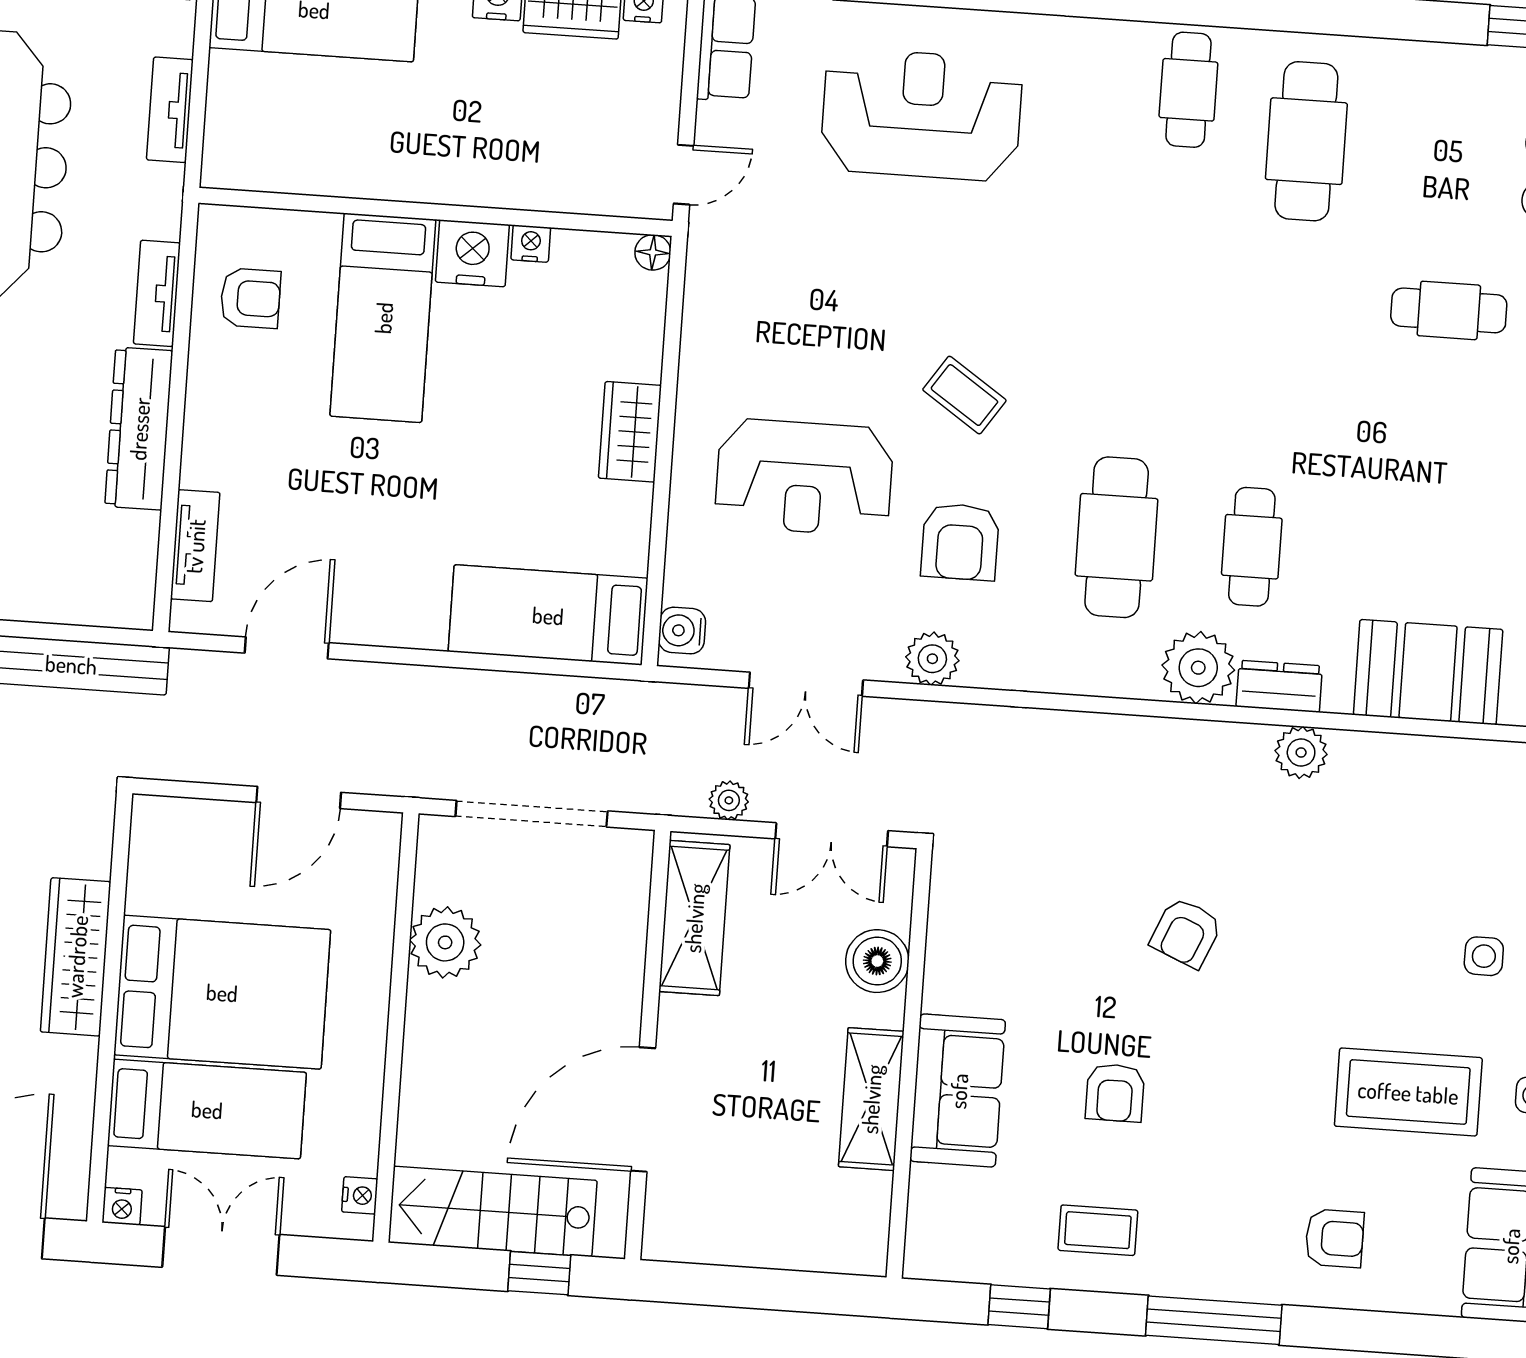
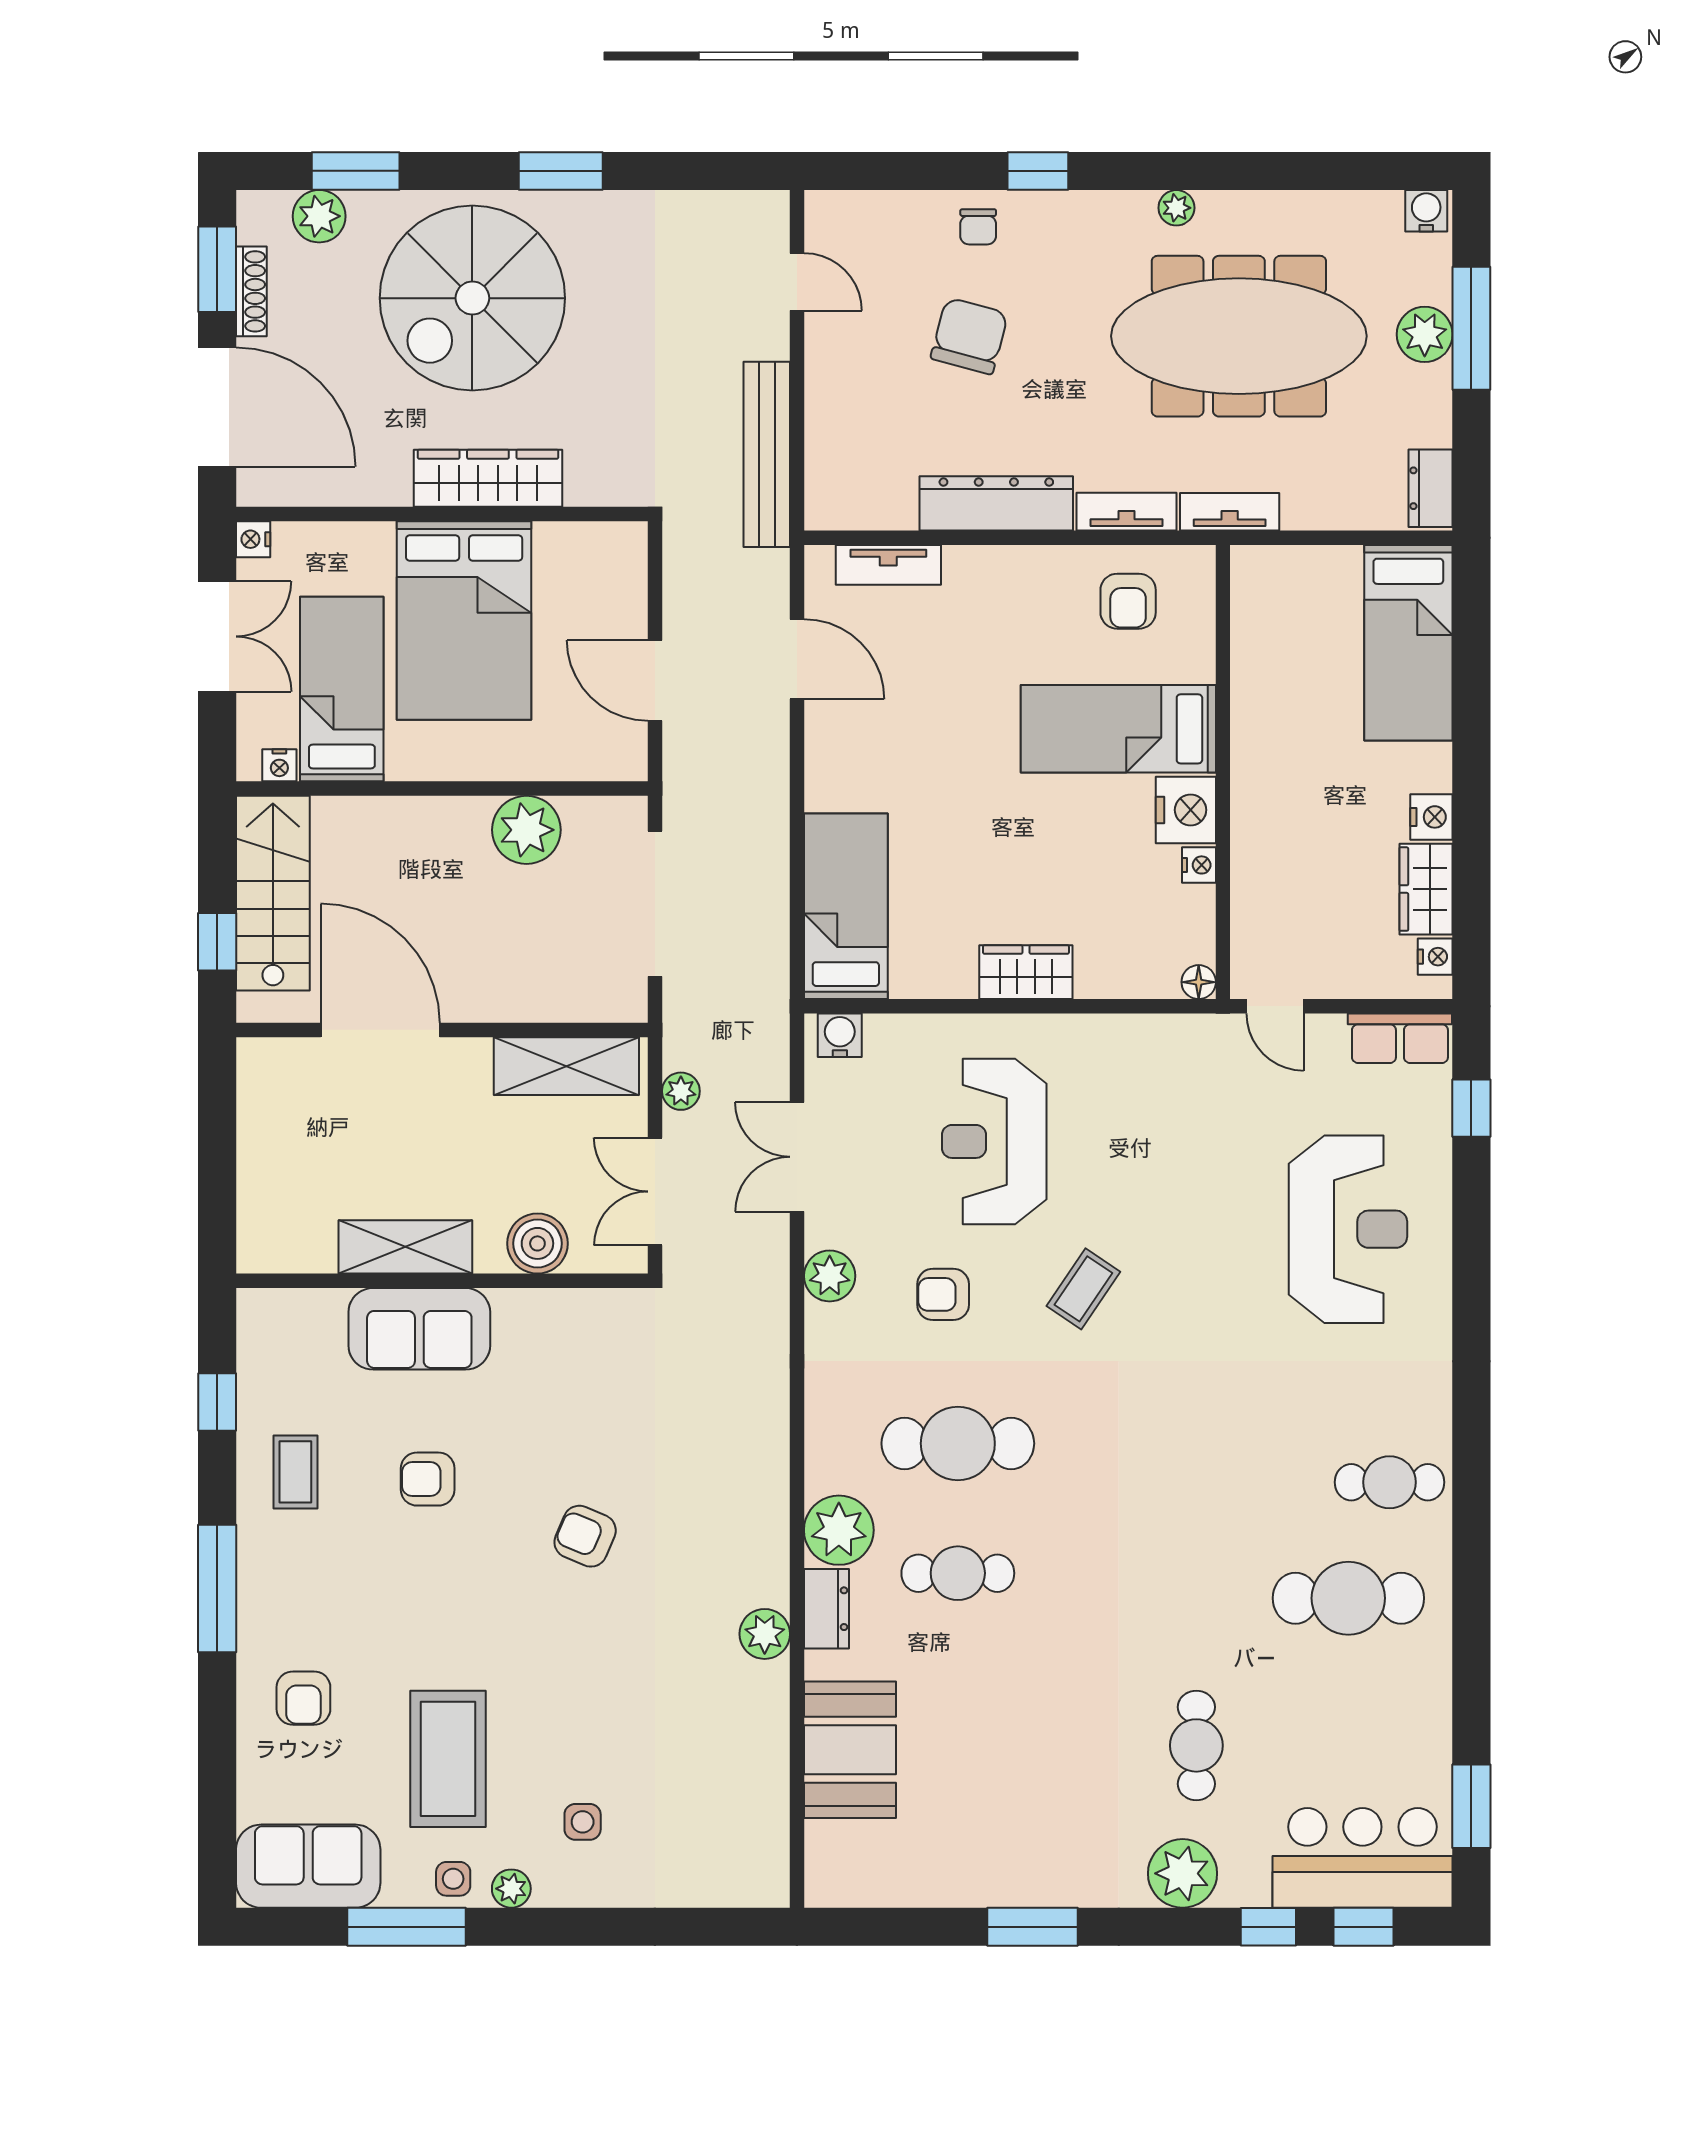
tv unit: (170, 110) -> (1230, 512), moved
armchair: (960, 542) -> (943, 1294), width x0.72, depth x0.72
bed: (207, 1109) -> (342, 689), moved, turned 180

